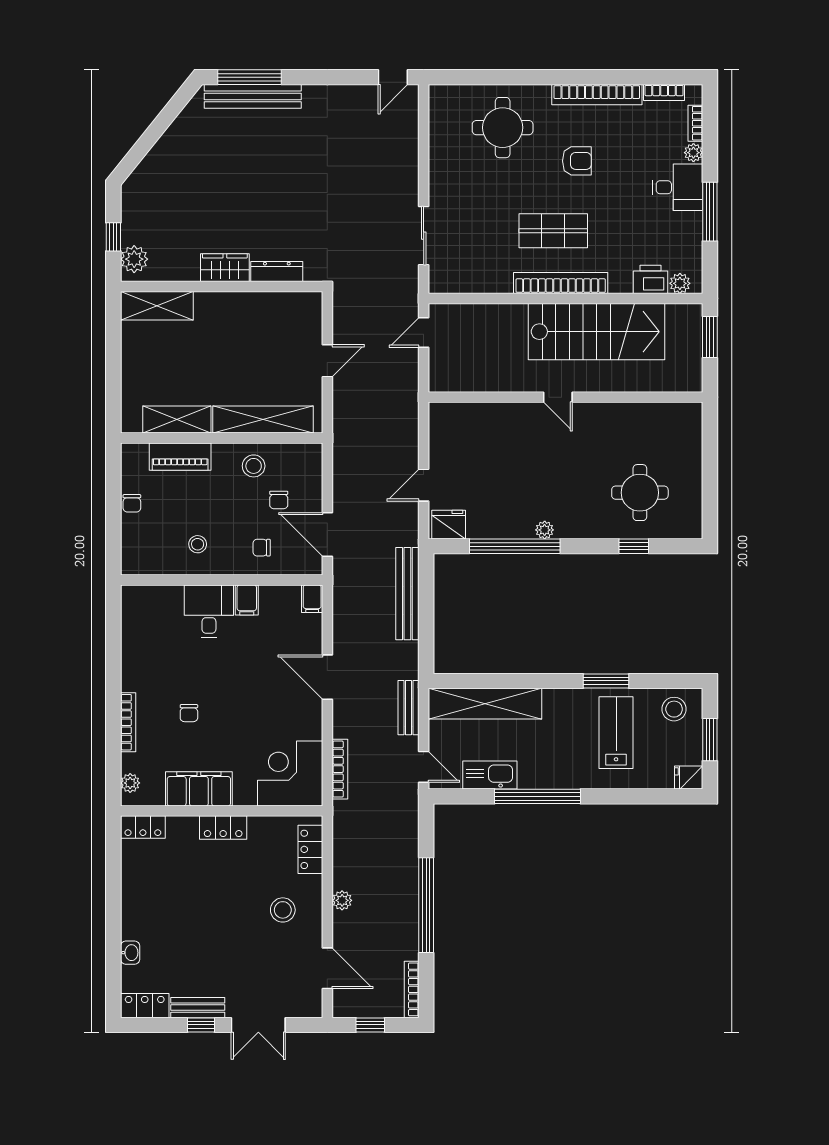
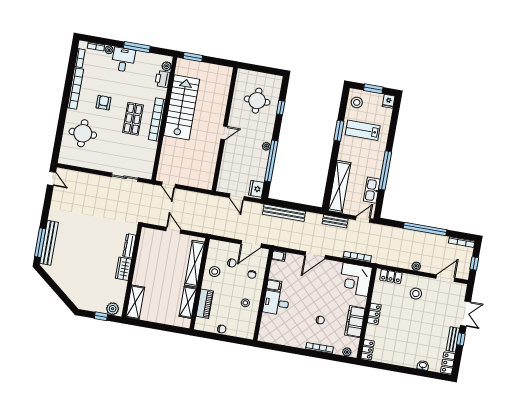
door: (558, 397) -> (224, 133), moved
wall: (566, 397) -> (225, 129), moved

